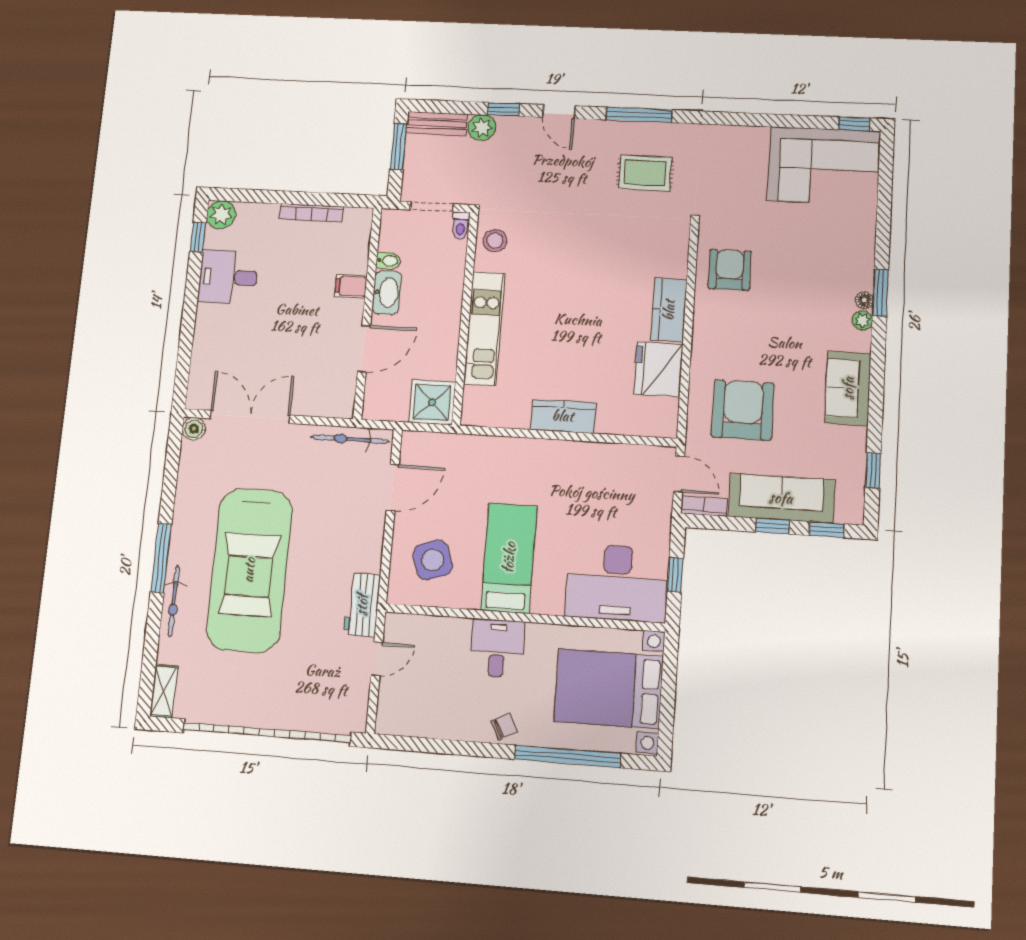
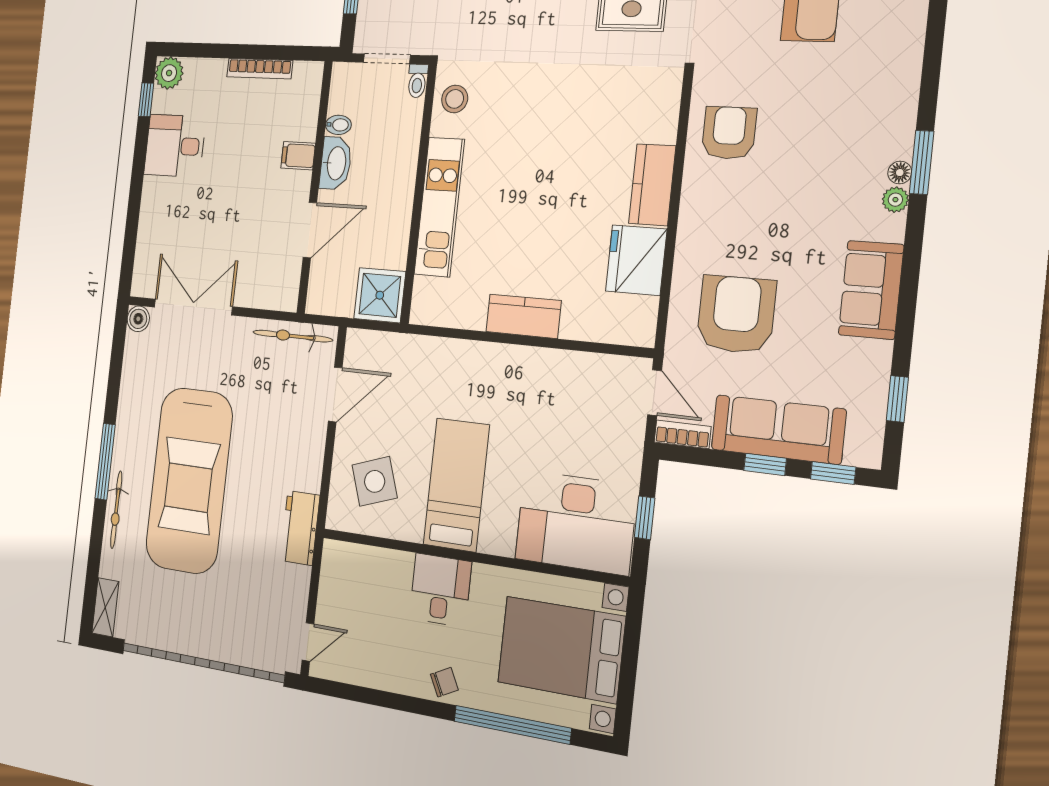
door: (377, 659) -> (308, 642), moved

